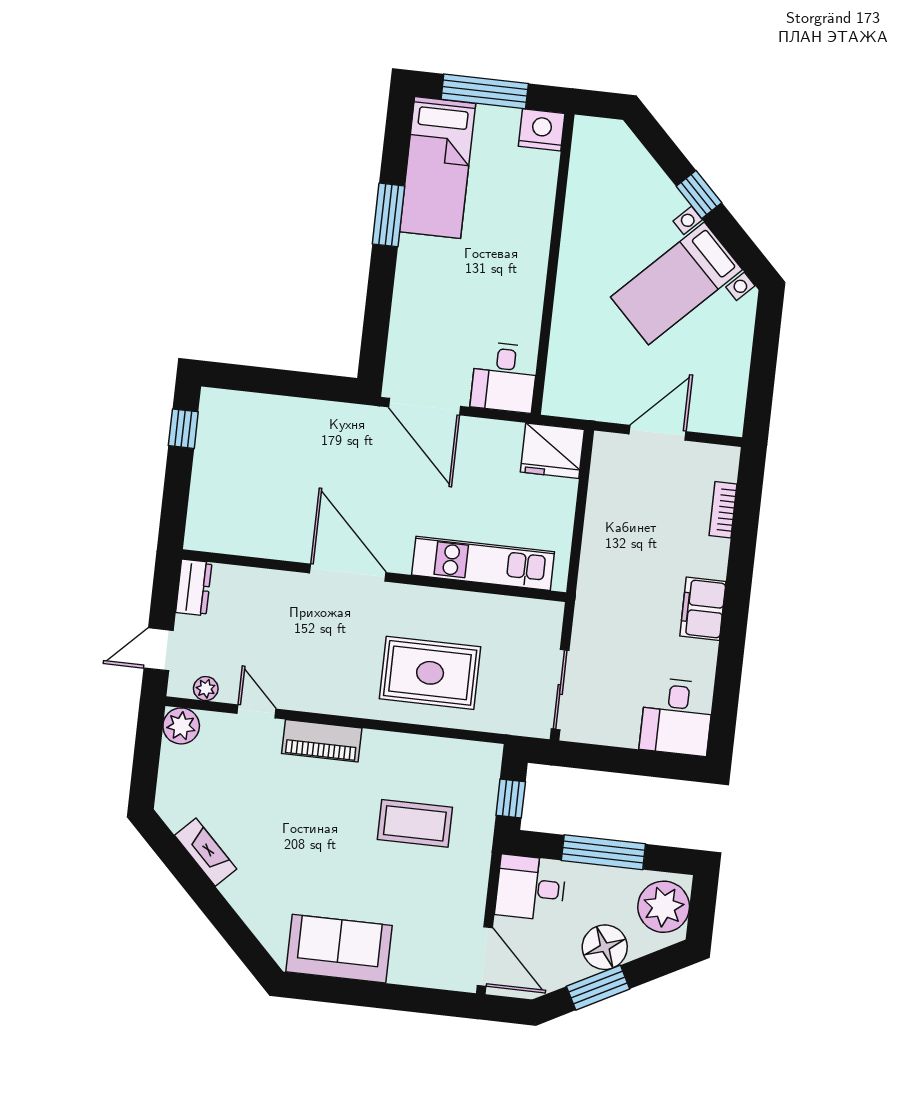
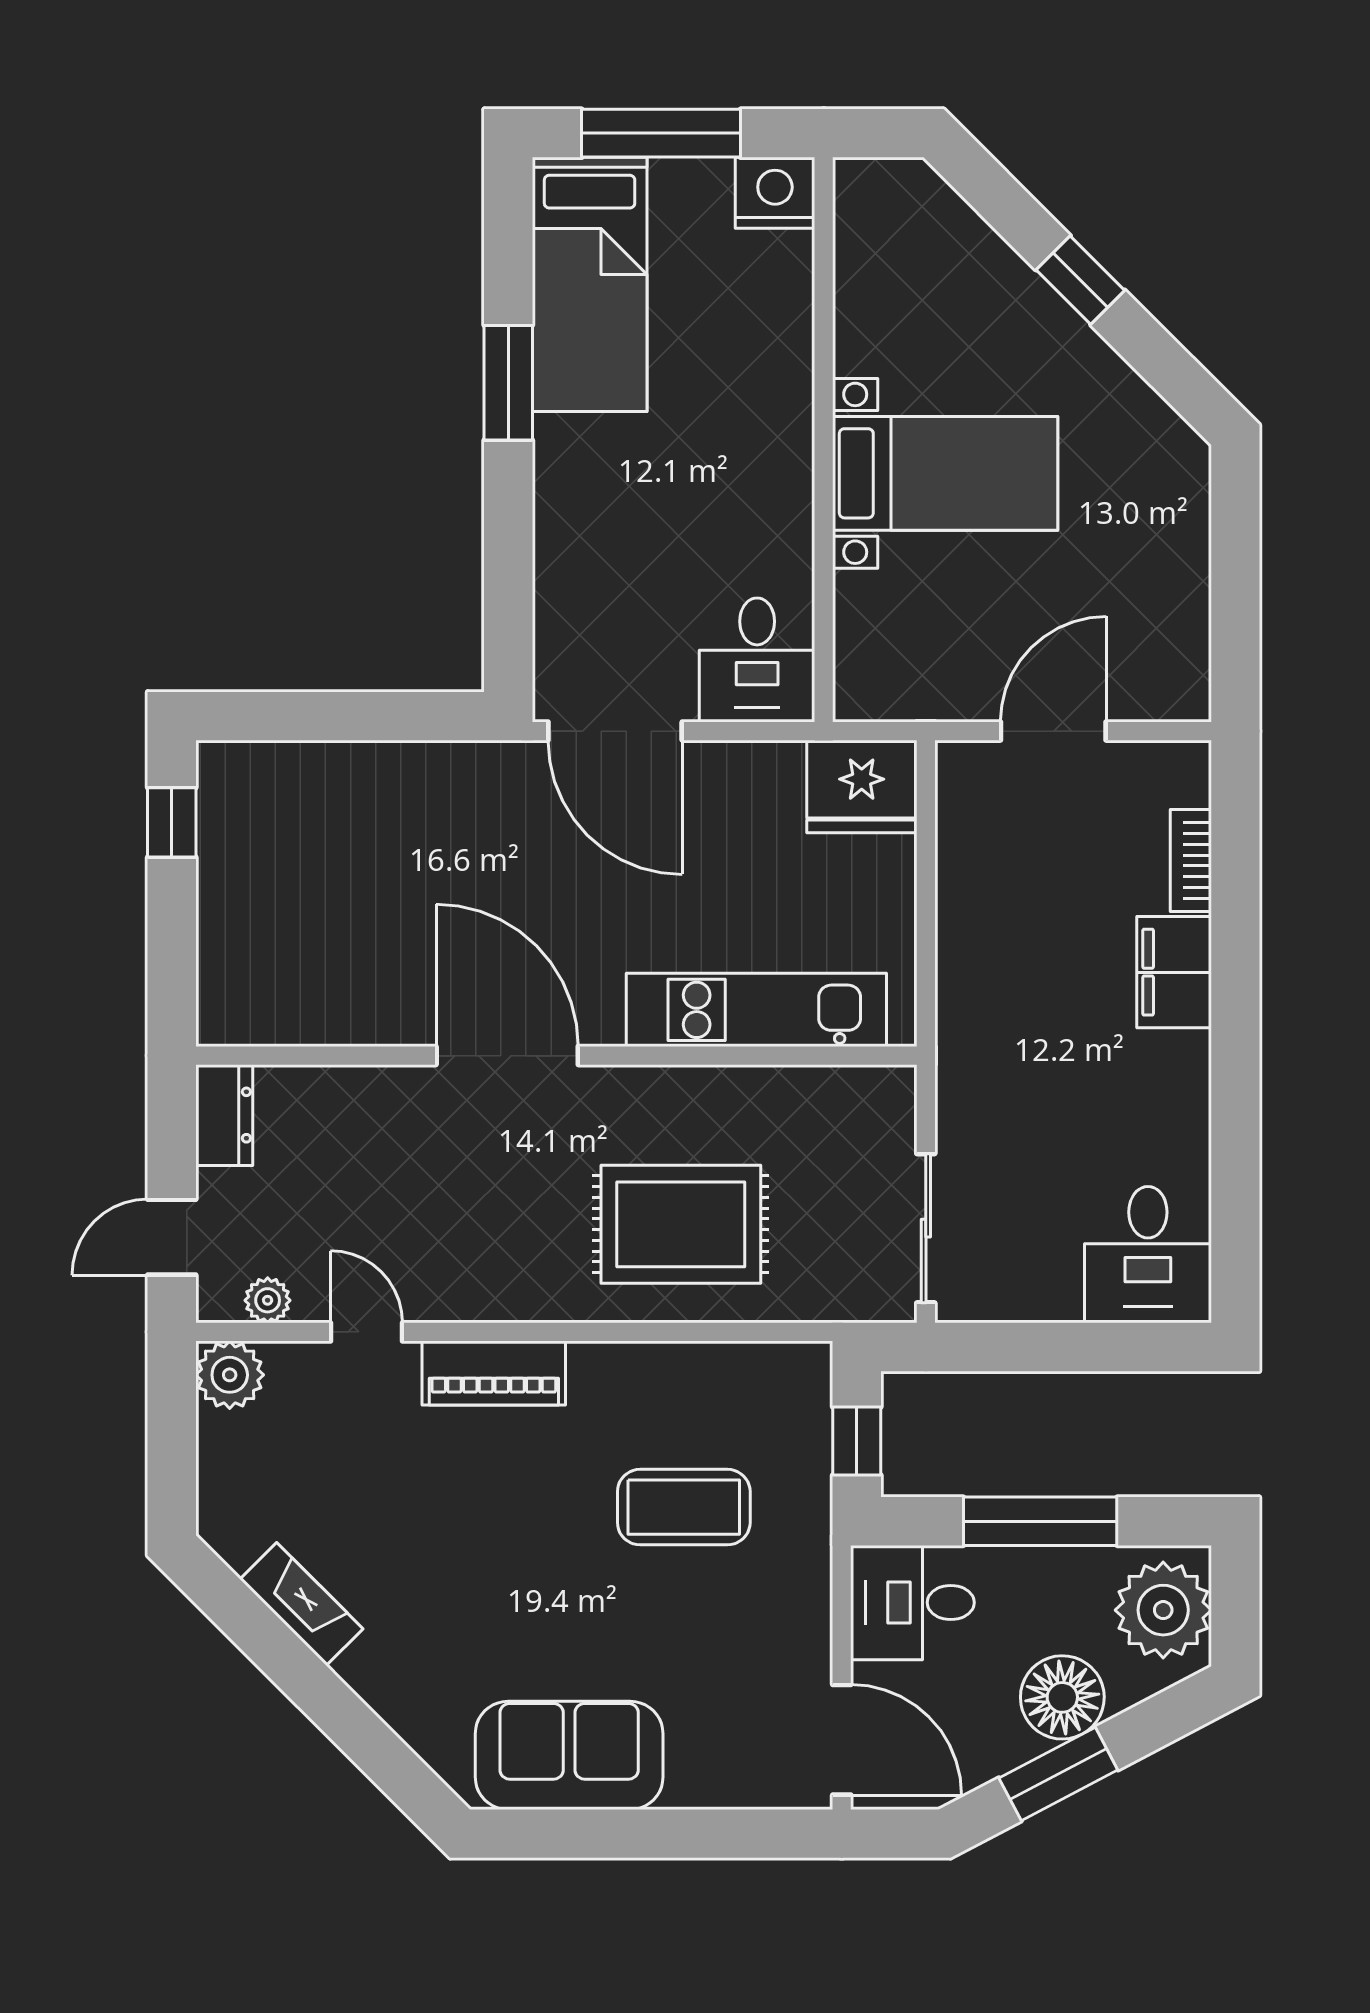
bed with nightstands: (676, 283) -> (945, 473), moved, turned -135
filing cabinet: (703, 609) -> (1174, 972), moved

